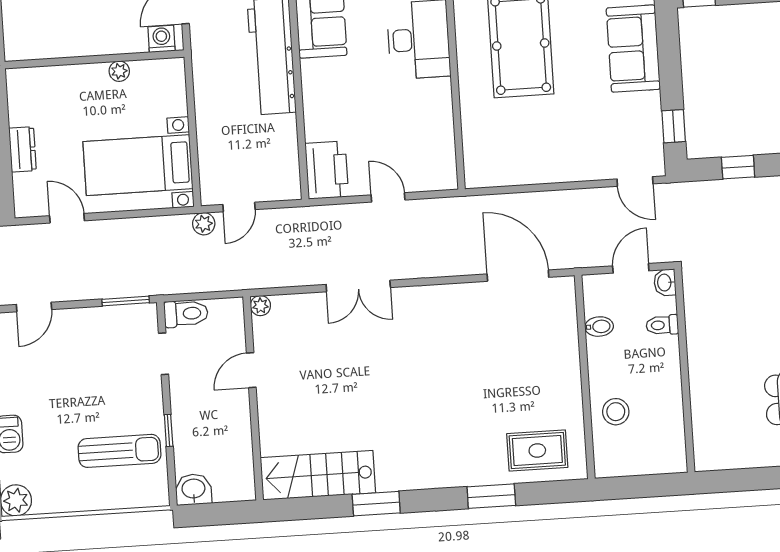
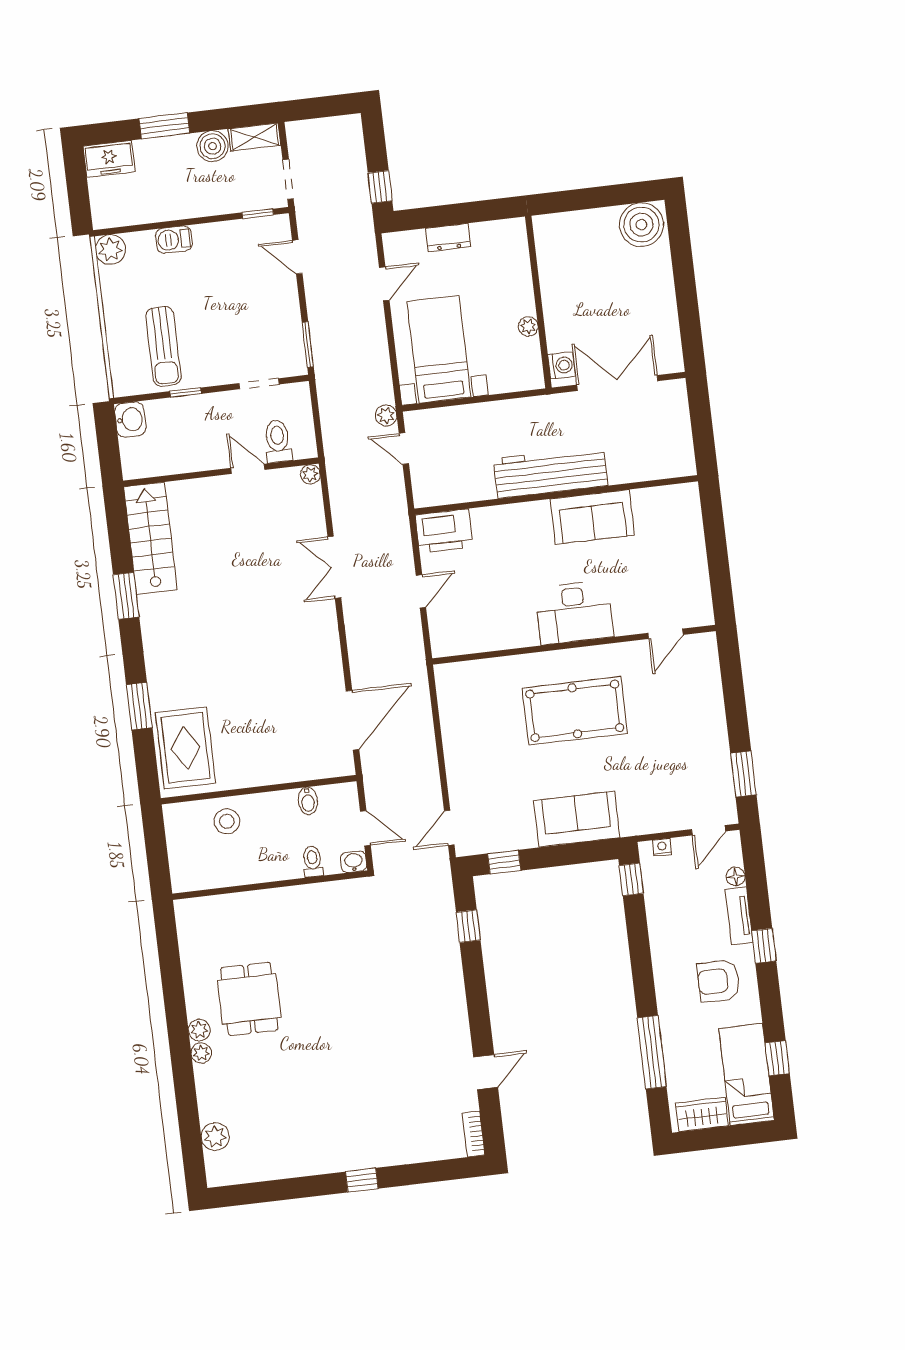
toilet: (186, 314) -> (278, 441), moved, turned 180
rug: (537, 450) -> (186, 748), width x1.36, depth x1.43

